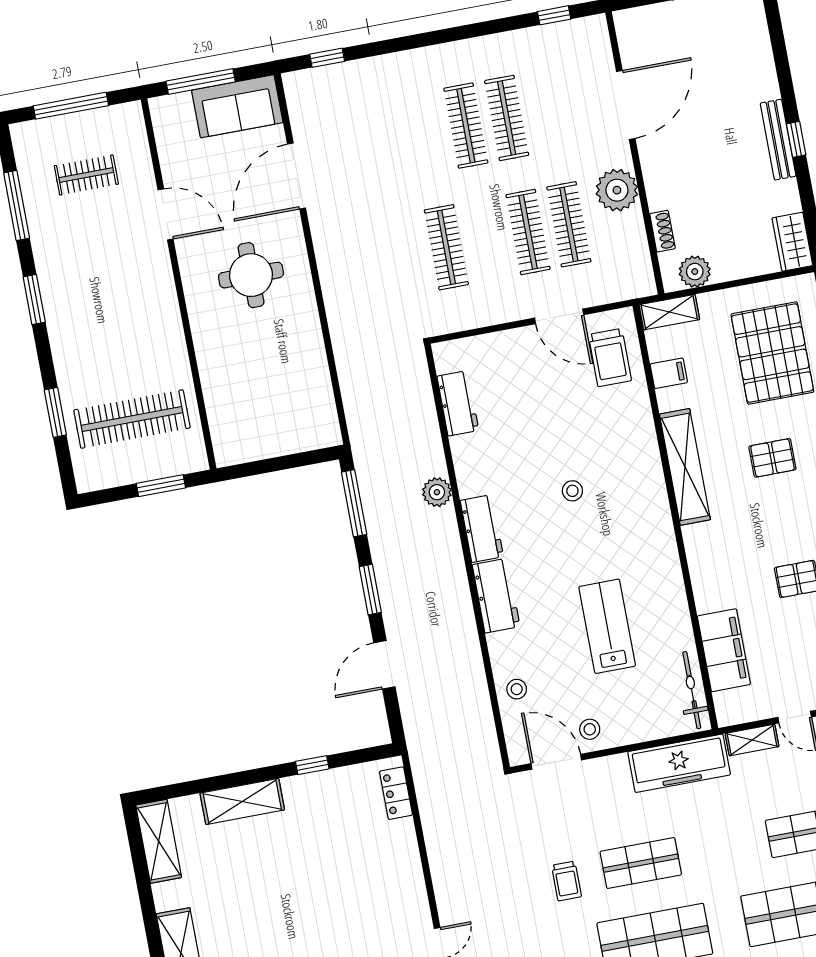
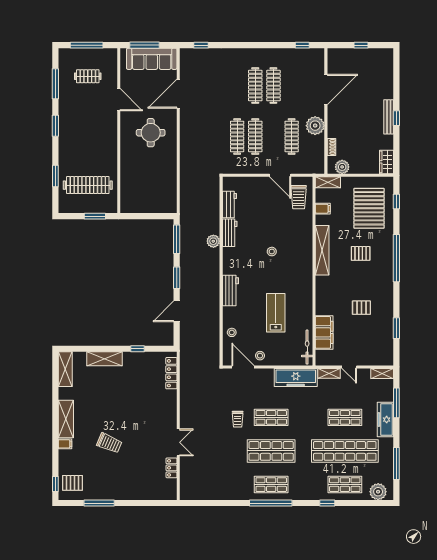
sofa: (237, 106) -> (152, 59), width x1.36
clothes rail: (528, 232) -> (255, 136), moved
workbench: (482, 528) -> (230, 233), moved
locker: (396, 793) -> (171, 373), width x1.53

